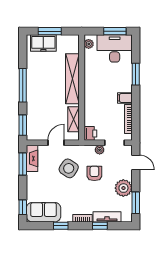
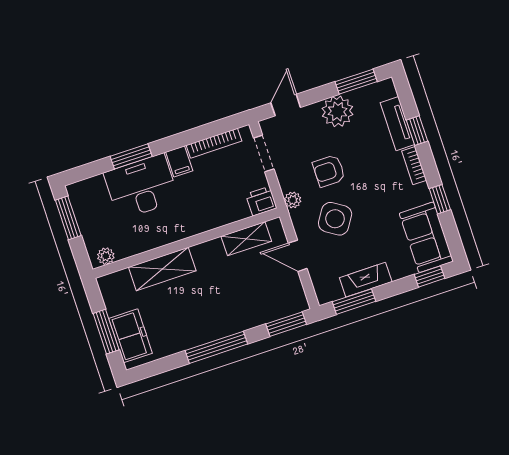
desk: (115, 48) -> (141, 187), moved, turned 90
shelving: (72, 79) -> (162, 269), width x0.68
plant: (100, 150) -> (293, 200), moved
fireplace: (32, 158) -> (366, 280), moved

